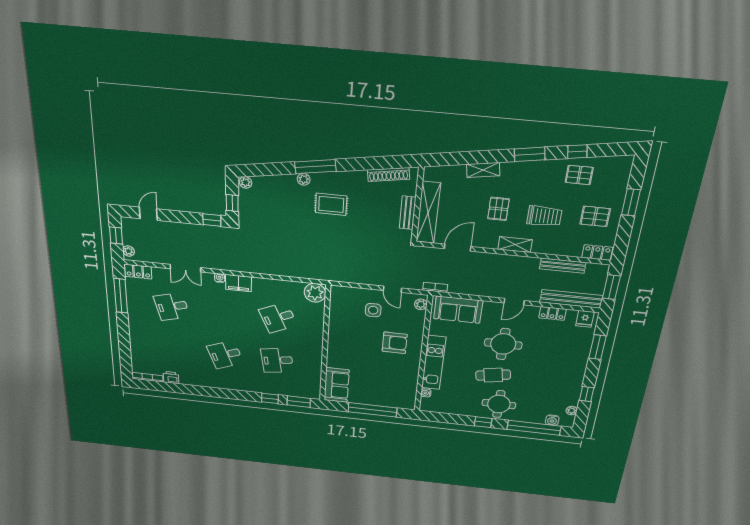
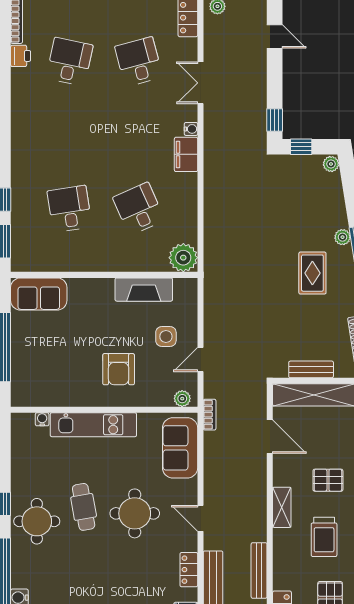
fireplace: (337, 321) -> (144, 290), added
desk: (225, 355) -> (70, 62), moved, turned 33

